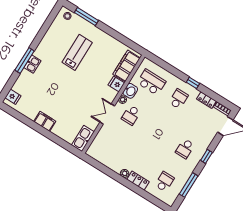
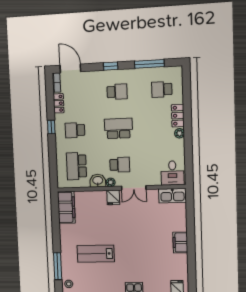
filing cabinet: (127, 66) -> (66, 207), moved, turned -90
fridge: (116, 84) -> (113, 197), moved
school desk: (158, 132) -> (118, 128), added
desk: (99, 149) -> (172, 173), added

